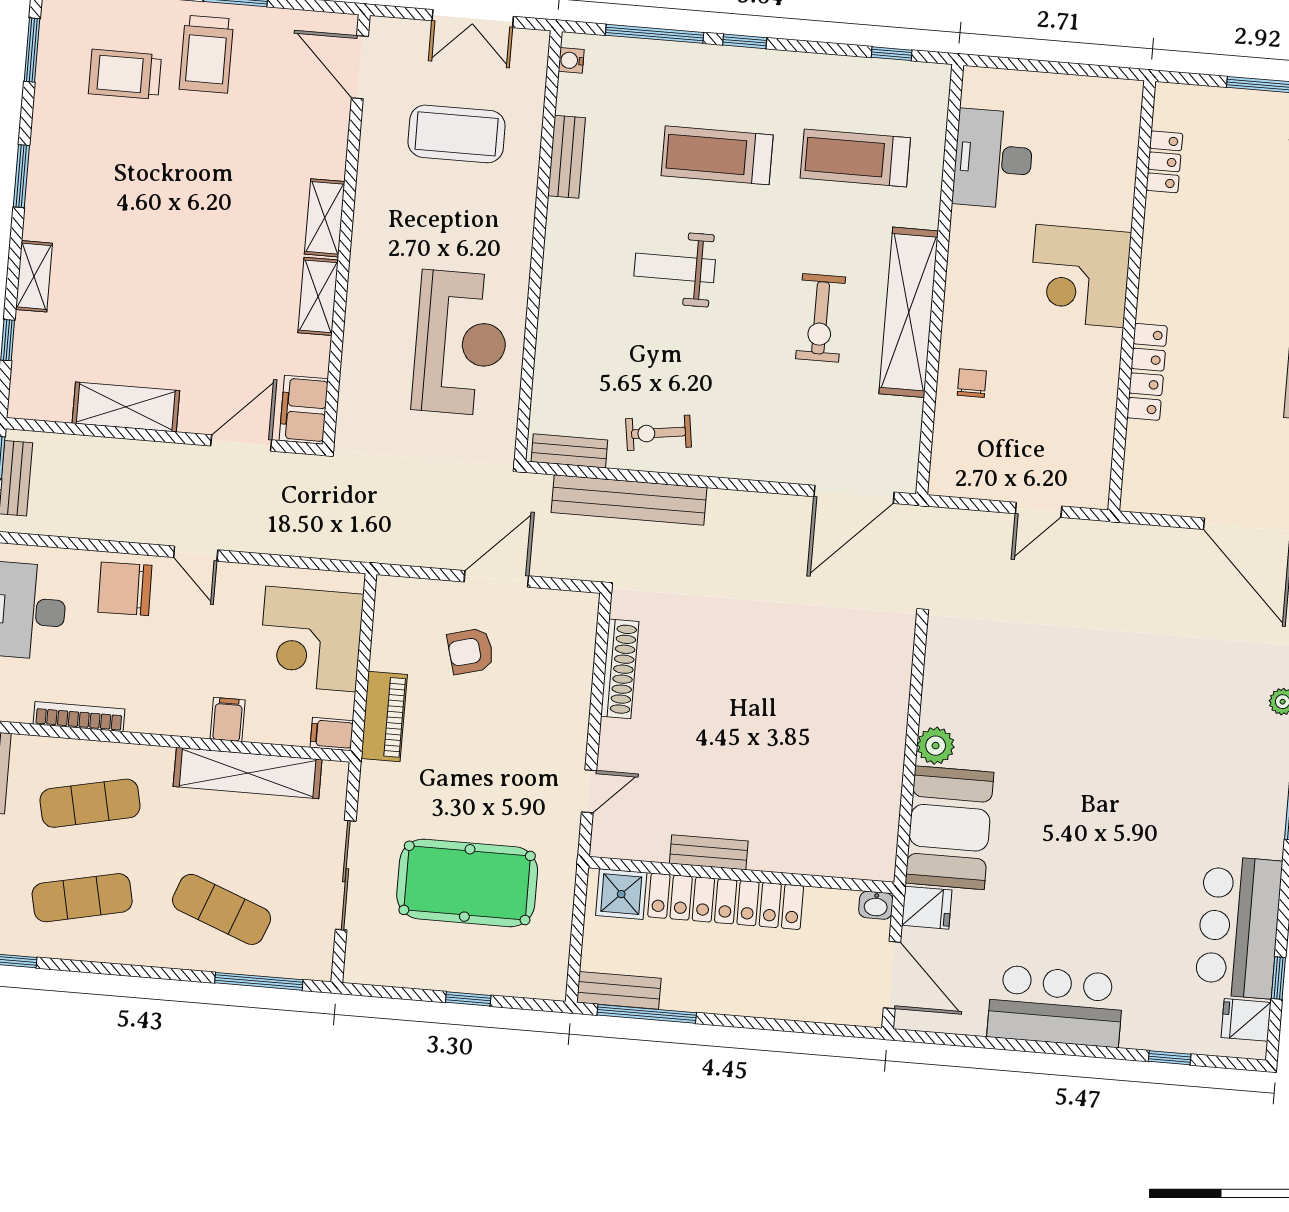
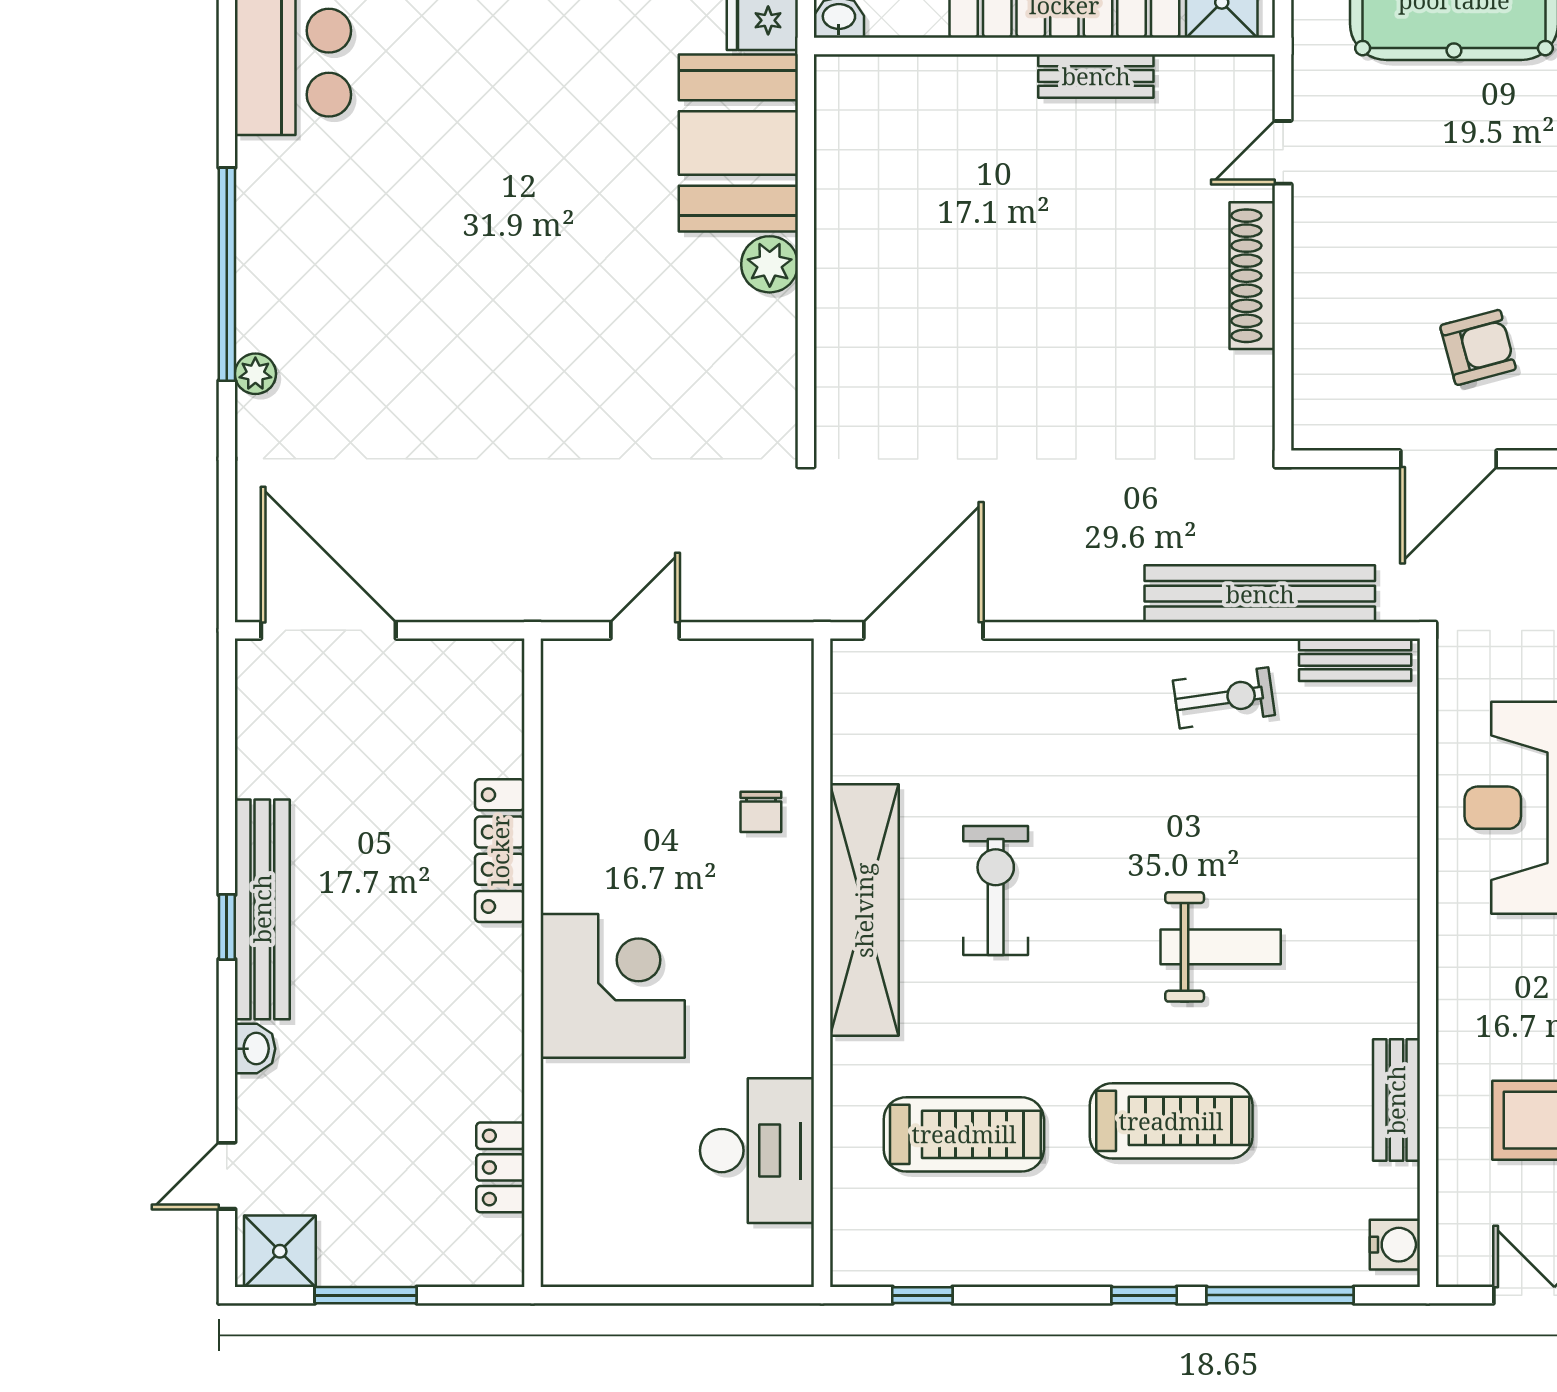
water cooler: (571, 60) -> (1395, 1245), width x1.38, depth x1.38
shoe rack: (620, 669) -> (1252, 276), moved

